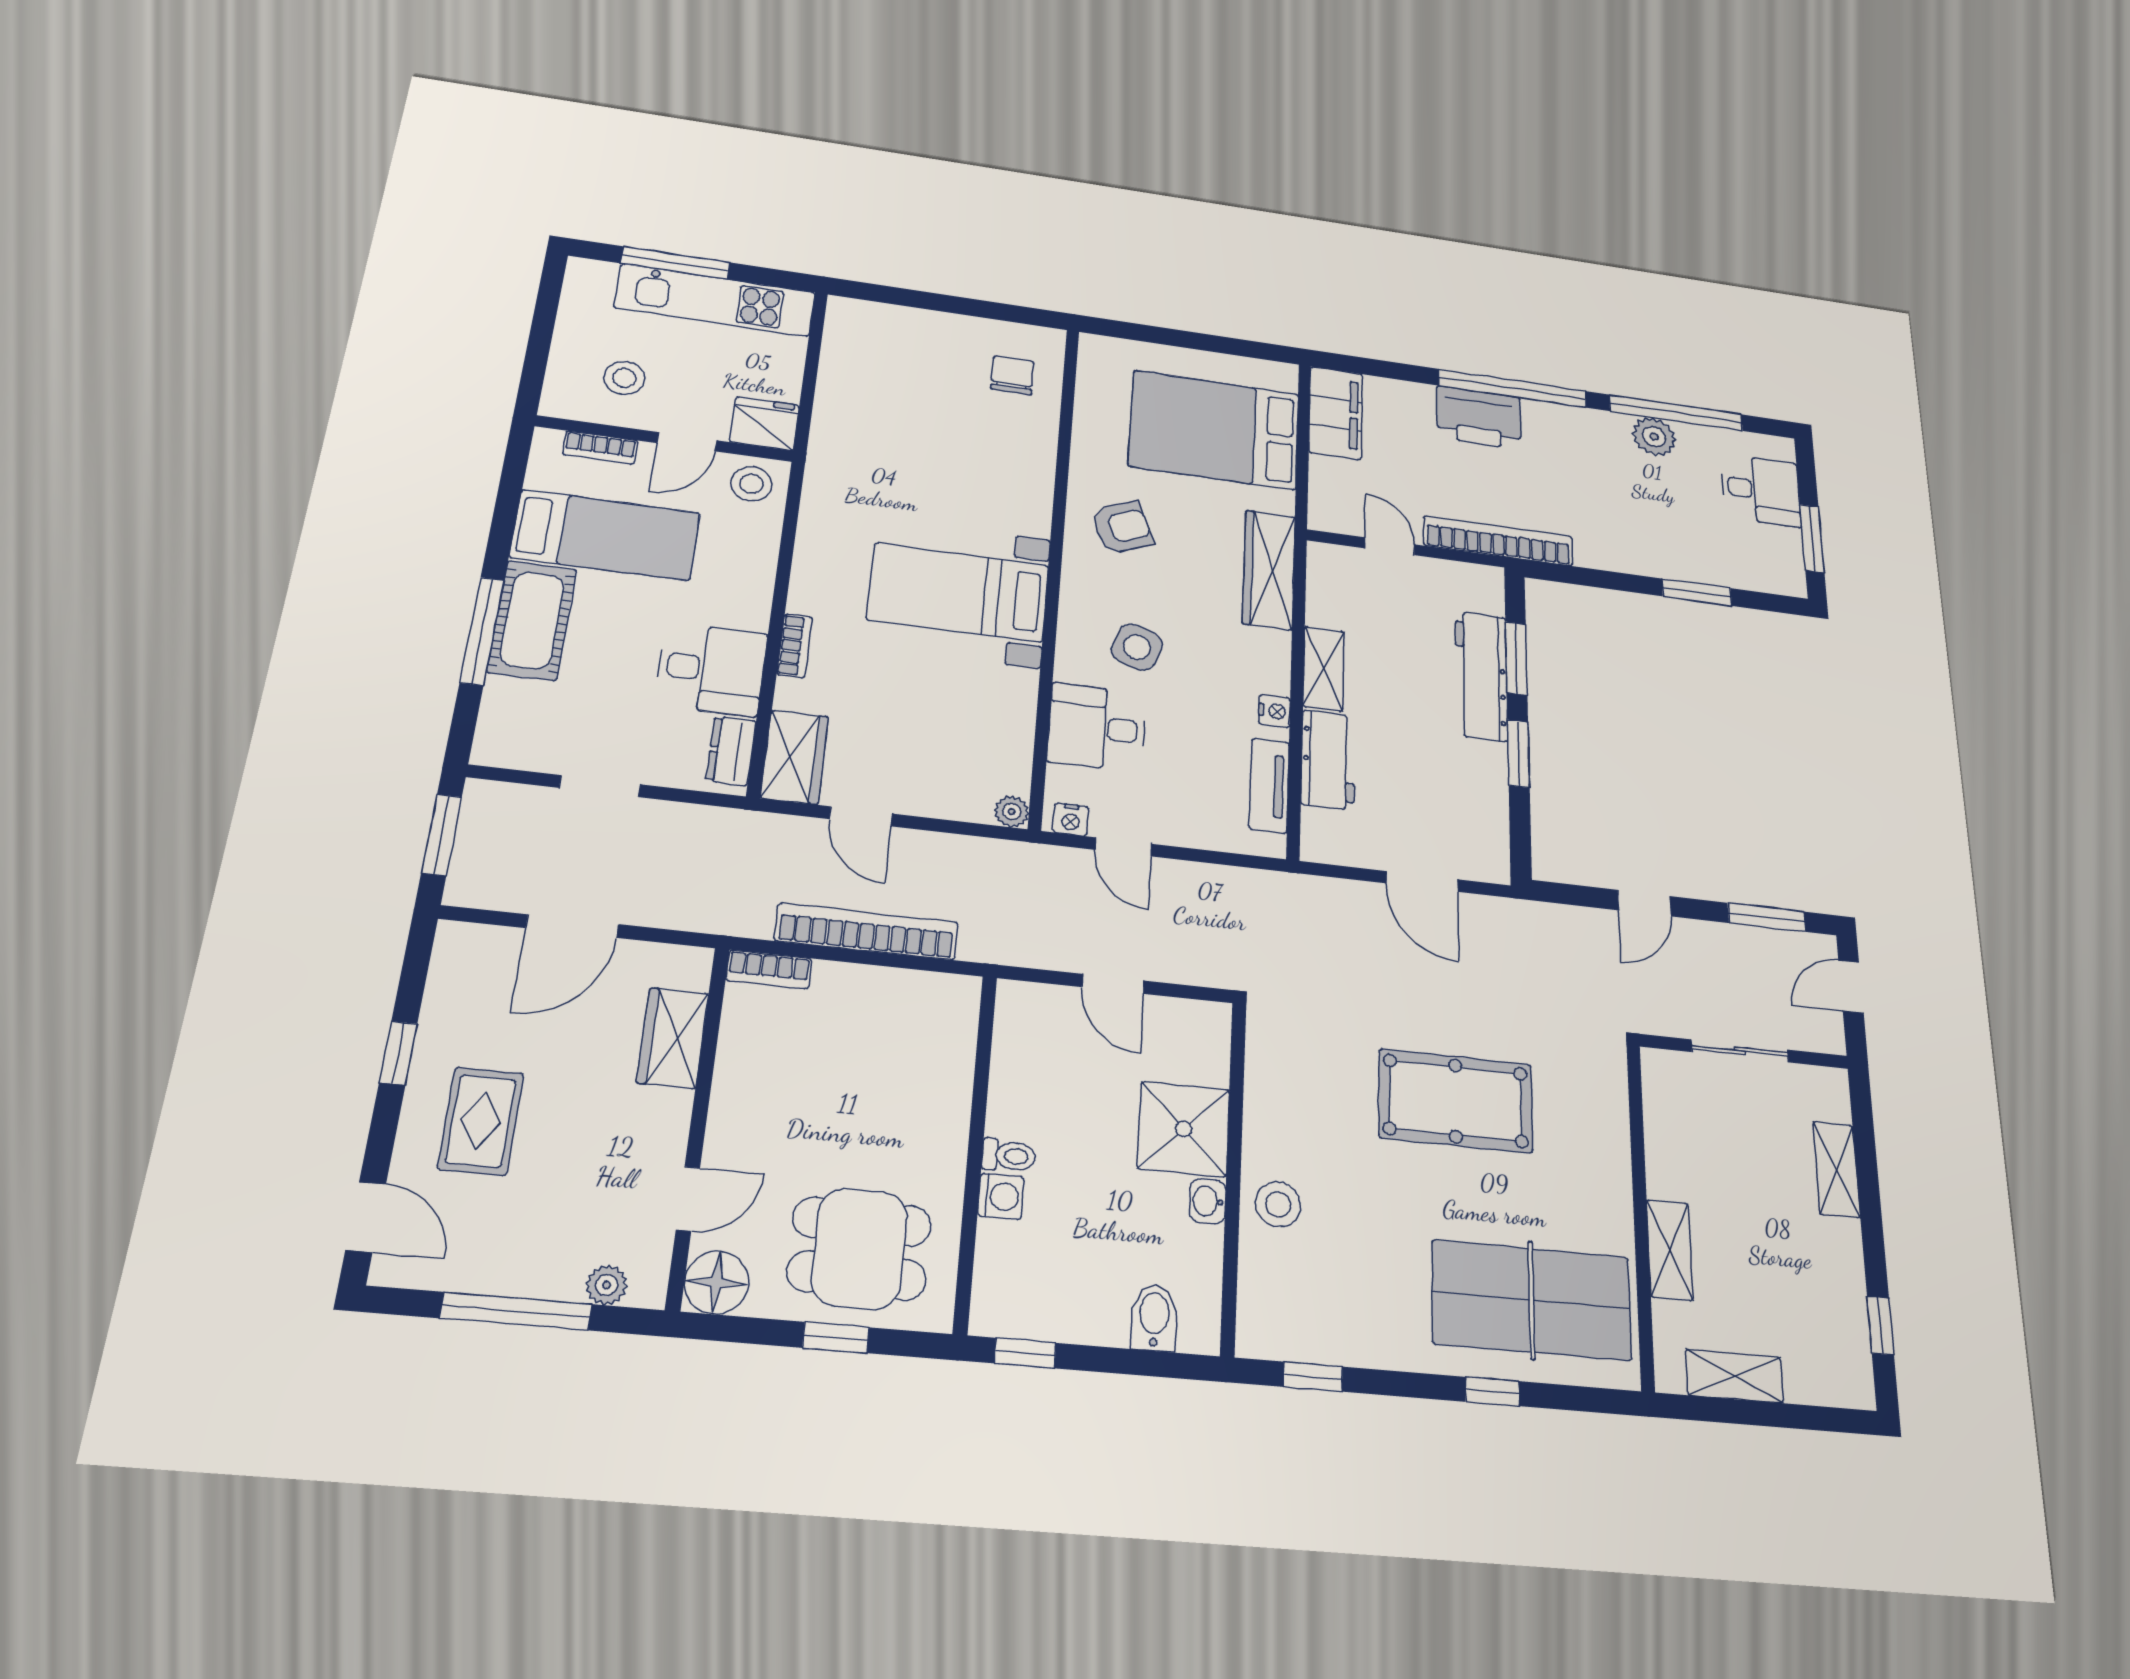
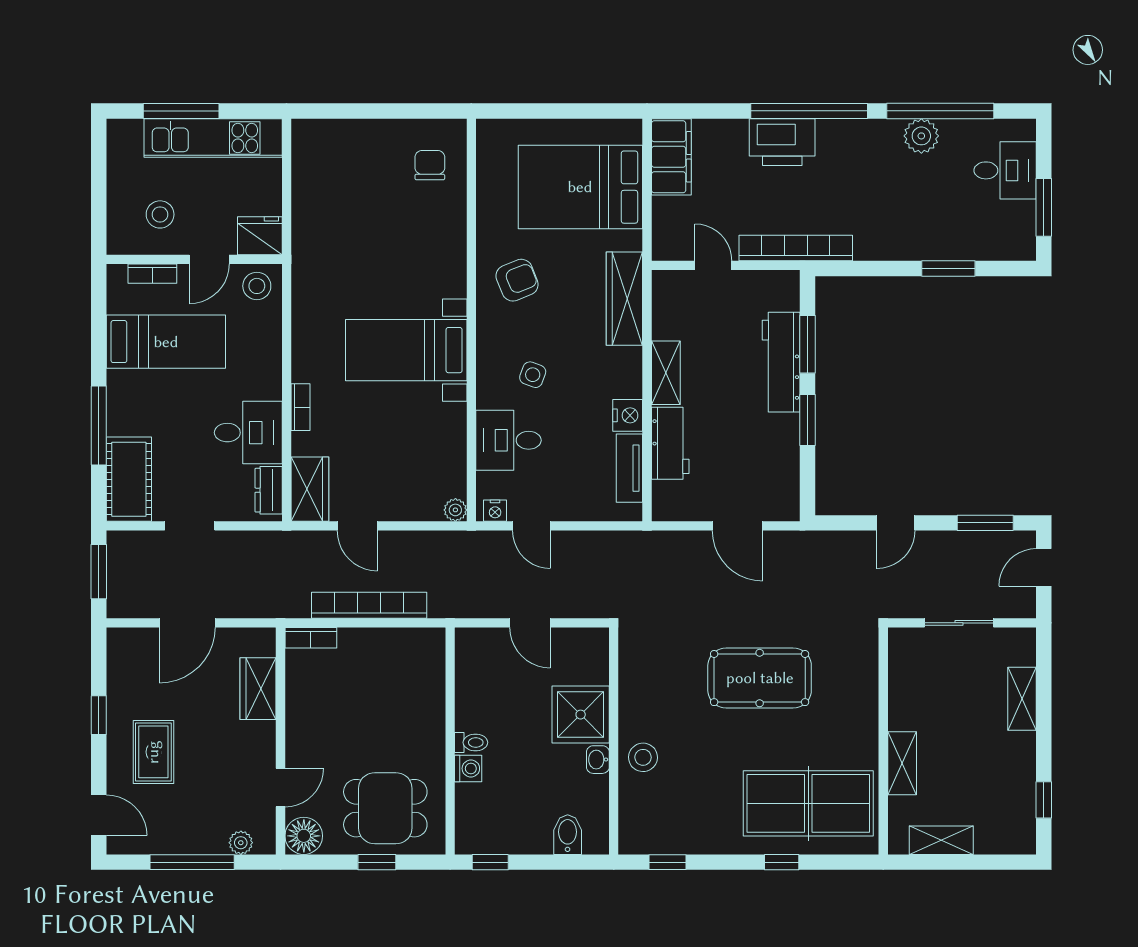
cot: (532, 620) -> (129, 479), moved
side table: (1137, 647) -> (533, 375), width x0.73, depth x0.73
nightstand: (1275, 711) -> (628, 415), width x1.39, depth x1.35

